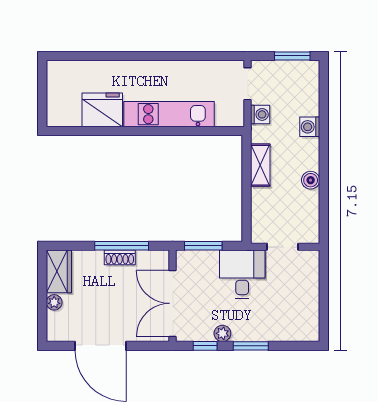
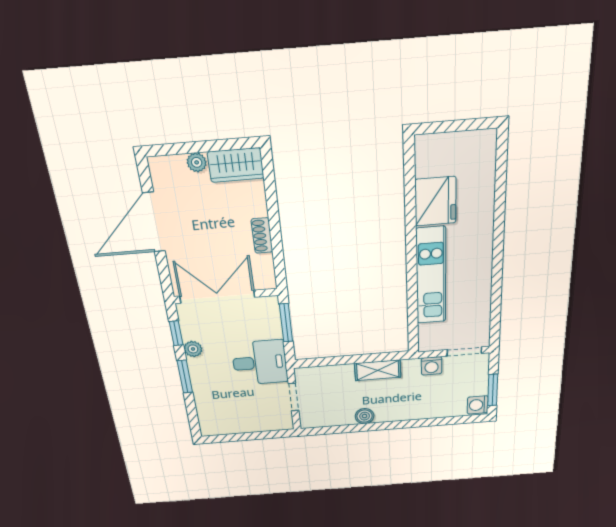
washing machine: (310, 127) -> (478, 405), moved, turned -90
window: (122, 246) -> (276, 237), removed

